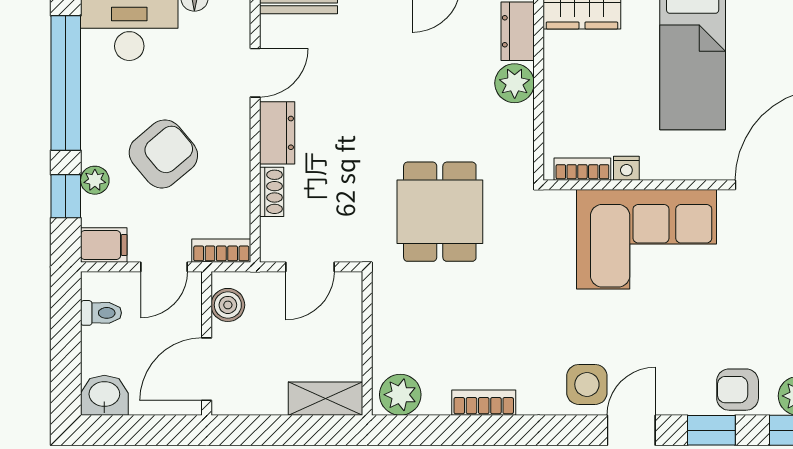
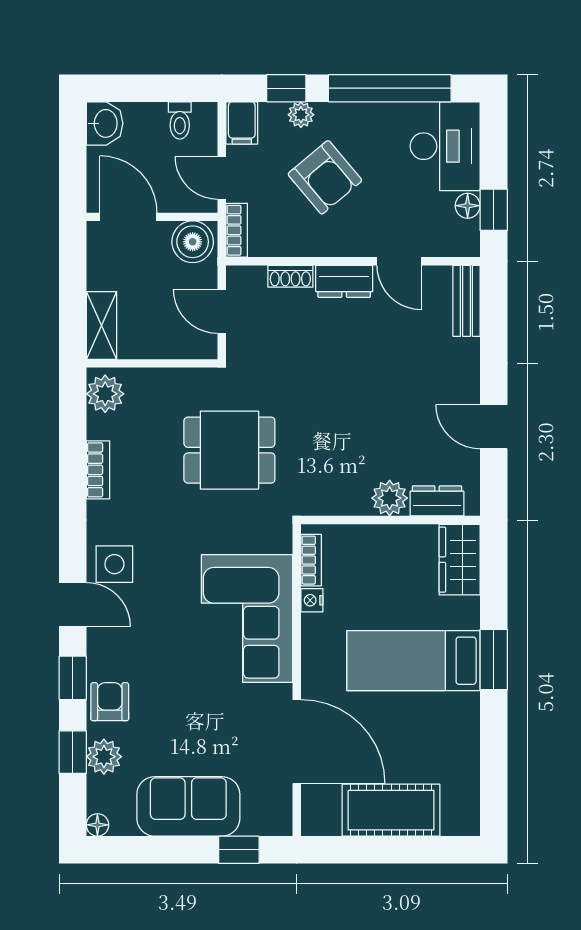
dining table: (440, 212) -> (229, 450), moved
boiler: (228, 305) -> (193, 242), width x1.36, depth x1.36

